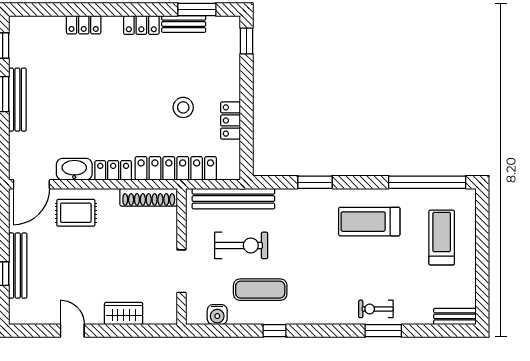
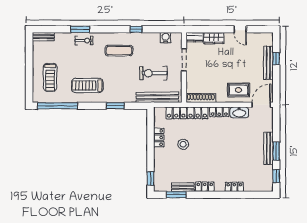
treadmill: (369, 222) -> (87, 85), turned 180
exercise mat: (260, 290) -> (119, 51), moved
dresser: (161, 315) -> (195, 37), added

